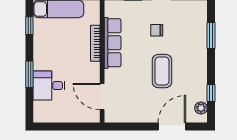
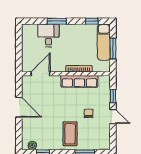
coffee table: (162, 71) -> (70, 134), moved, turned 90
door: (172, 126) -> (19, 107), moved

